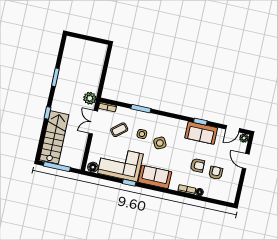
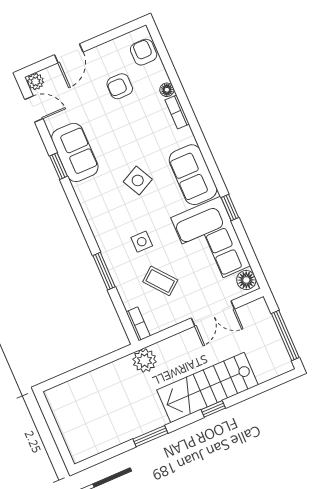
double door: (93, 122) -> (213, 314), moved
stairs: (54, 137) -> (207, 387), moved
side table: (160, 143) -> (138, 180), moved
armchair: (197, 165) -> (144, 52), moved

